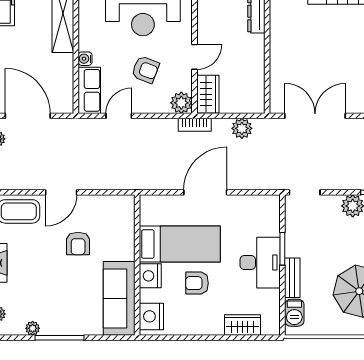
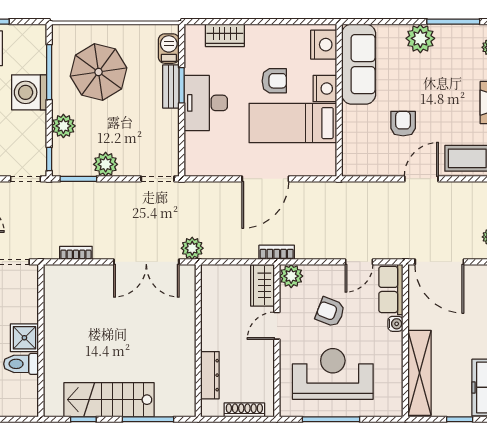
door: (28, 116) -> (439, 262), moved
plant: (242, 128) -> (192, 248), moved
window: (282, 249) -> (182, 85), moved
plant: (33, 328) -> (420, 38), moved, width x1.88, depth x1.88
window: (60, 338) -> (453, 22), moved

